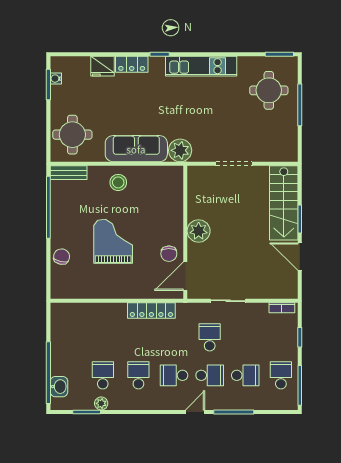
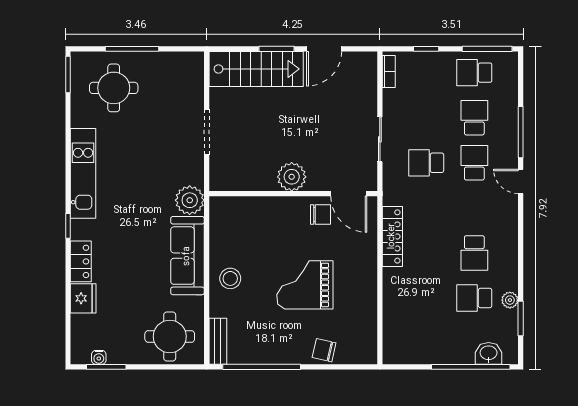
school desk: (138, 375) -> (474, 253), turned -90
school desk: (174, 375) -> (474, 208), removed

